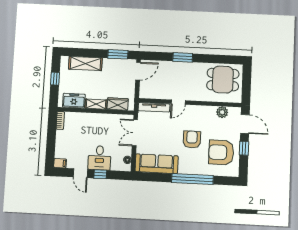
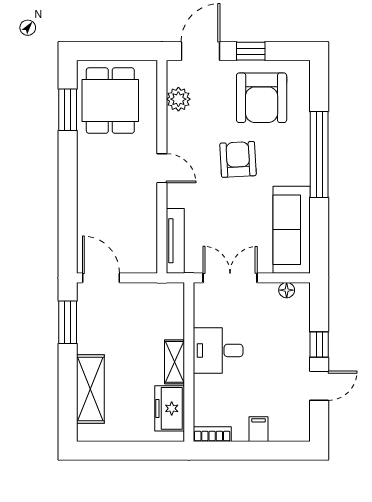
window: (183, 57) -> (68, 110), moved
window: (55, 79) -> (125, 451), removed
door: (178, 102) -> (162, 168), moved
wardrobe: (118, 104) -> (172, 317), removed
double door: (135, 133) -> (230, 278), swing flipped
armchair: (192, 139) -> (238, 159), turned 87
desk: (99, 158) -> (218, 350), moved, turned 180
filing cabinet: (60, 163) -> (258, 429), moved

